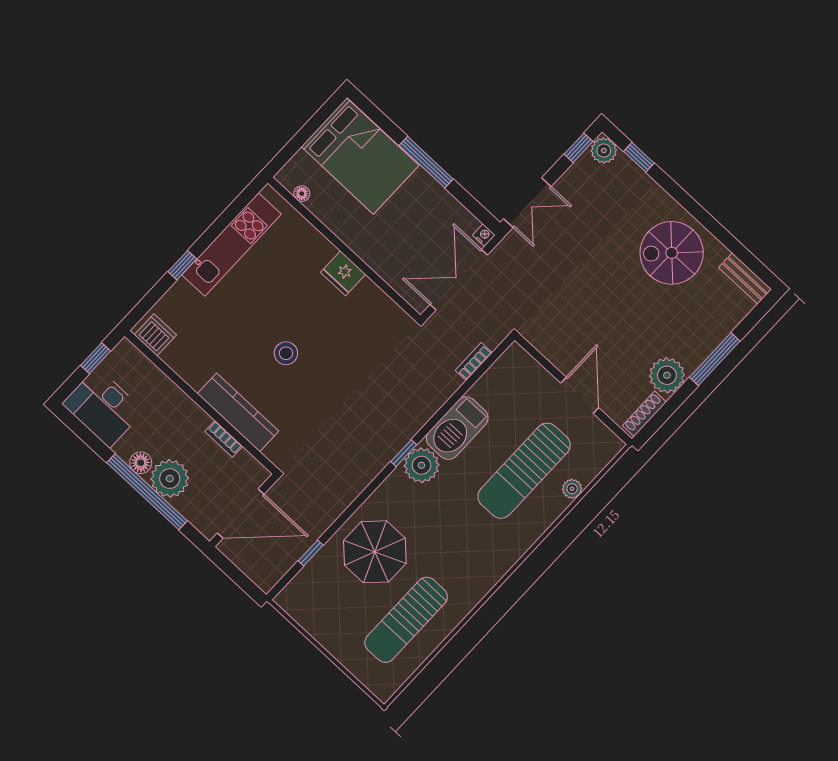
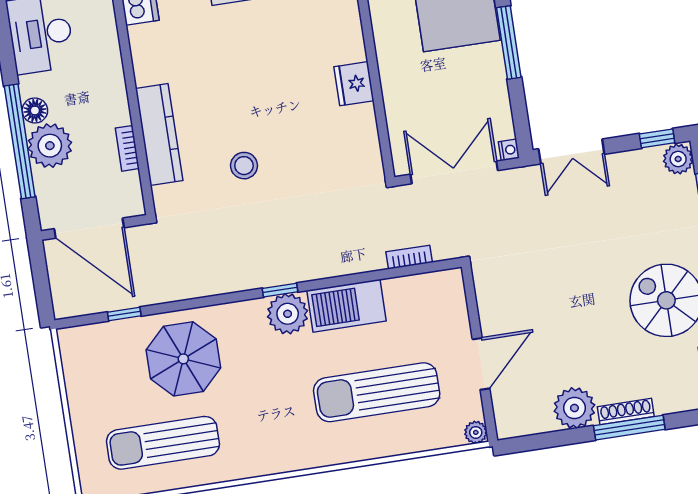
stool: (286, 353) -> (244, 166), moved
shoe rack: (644, 414) -> (626, 412), moved
plant: (572, 489) -> (476, 432), moved

